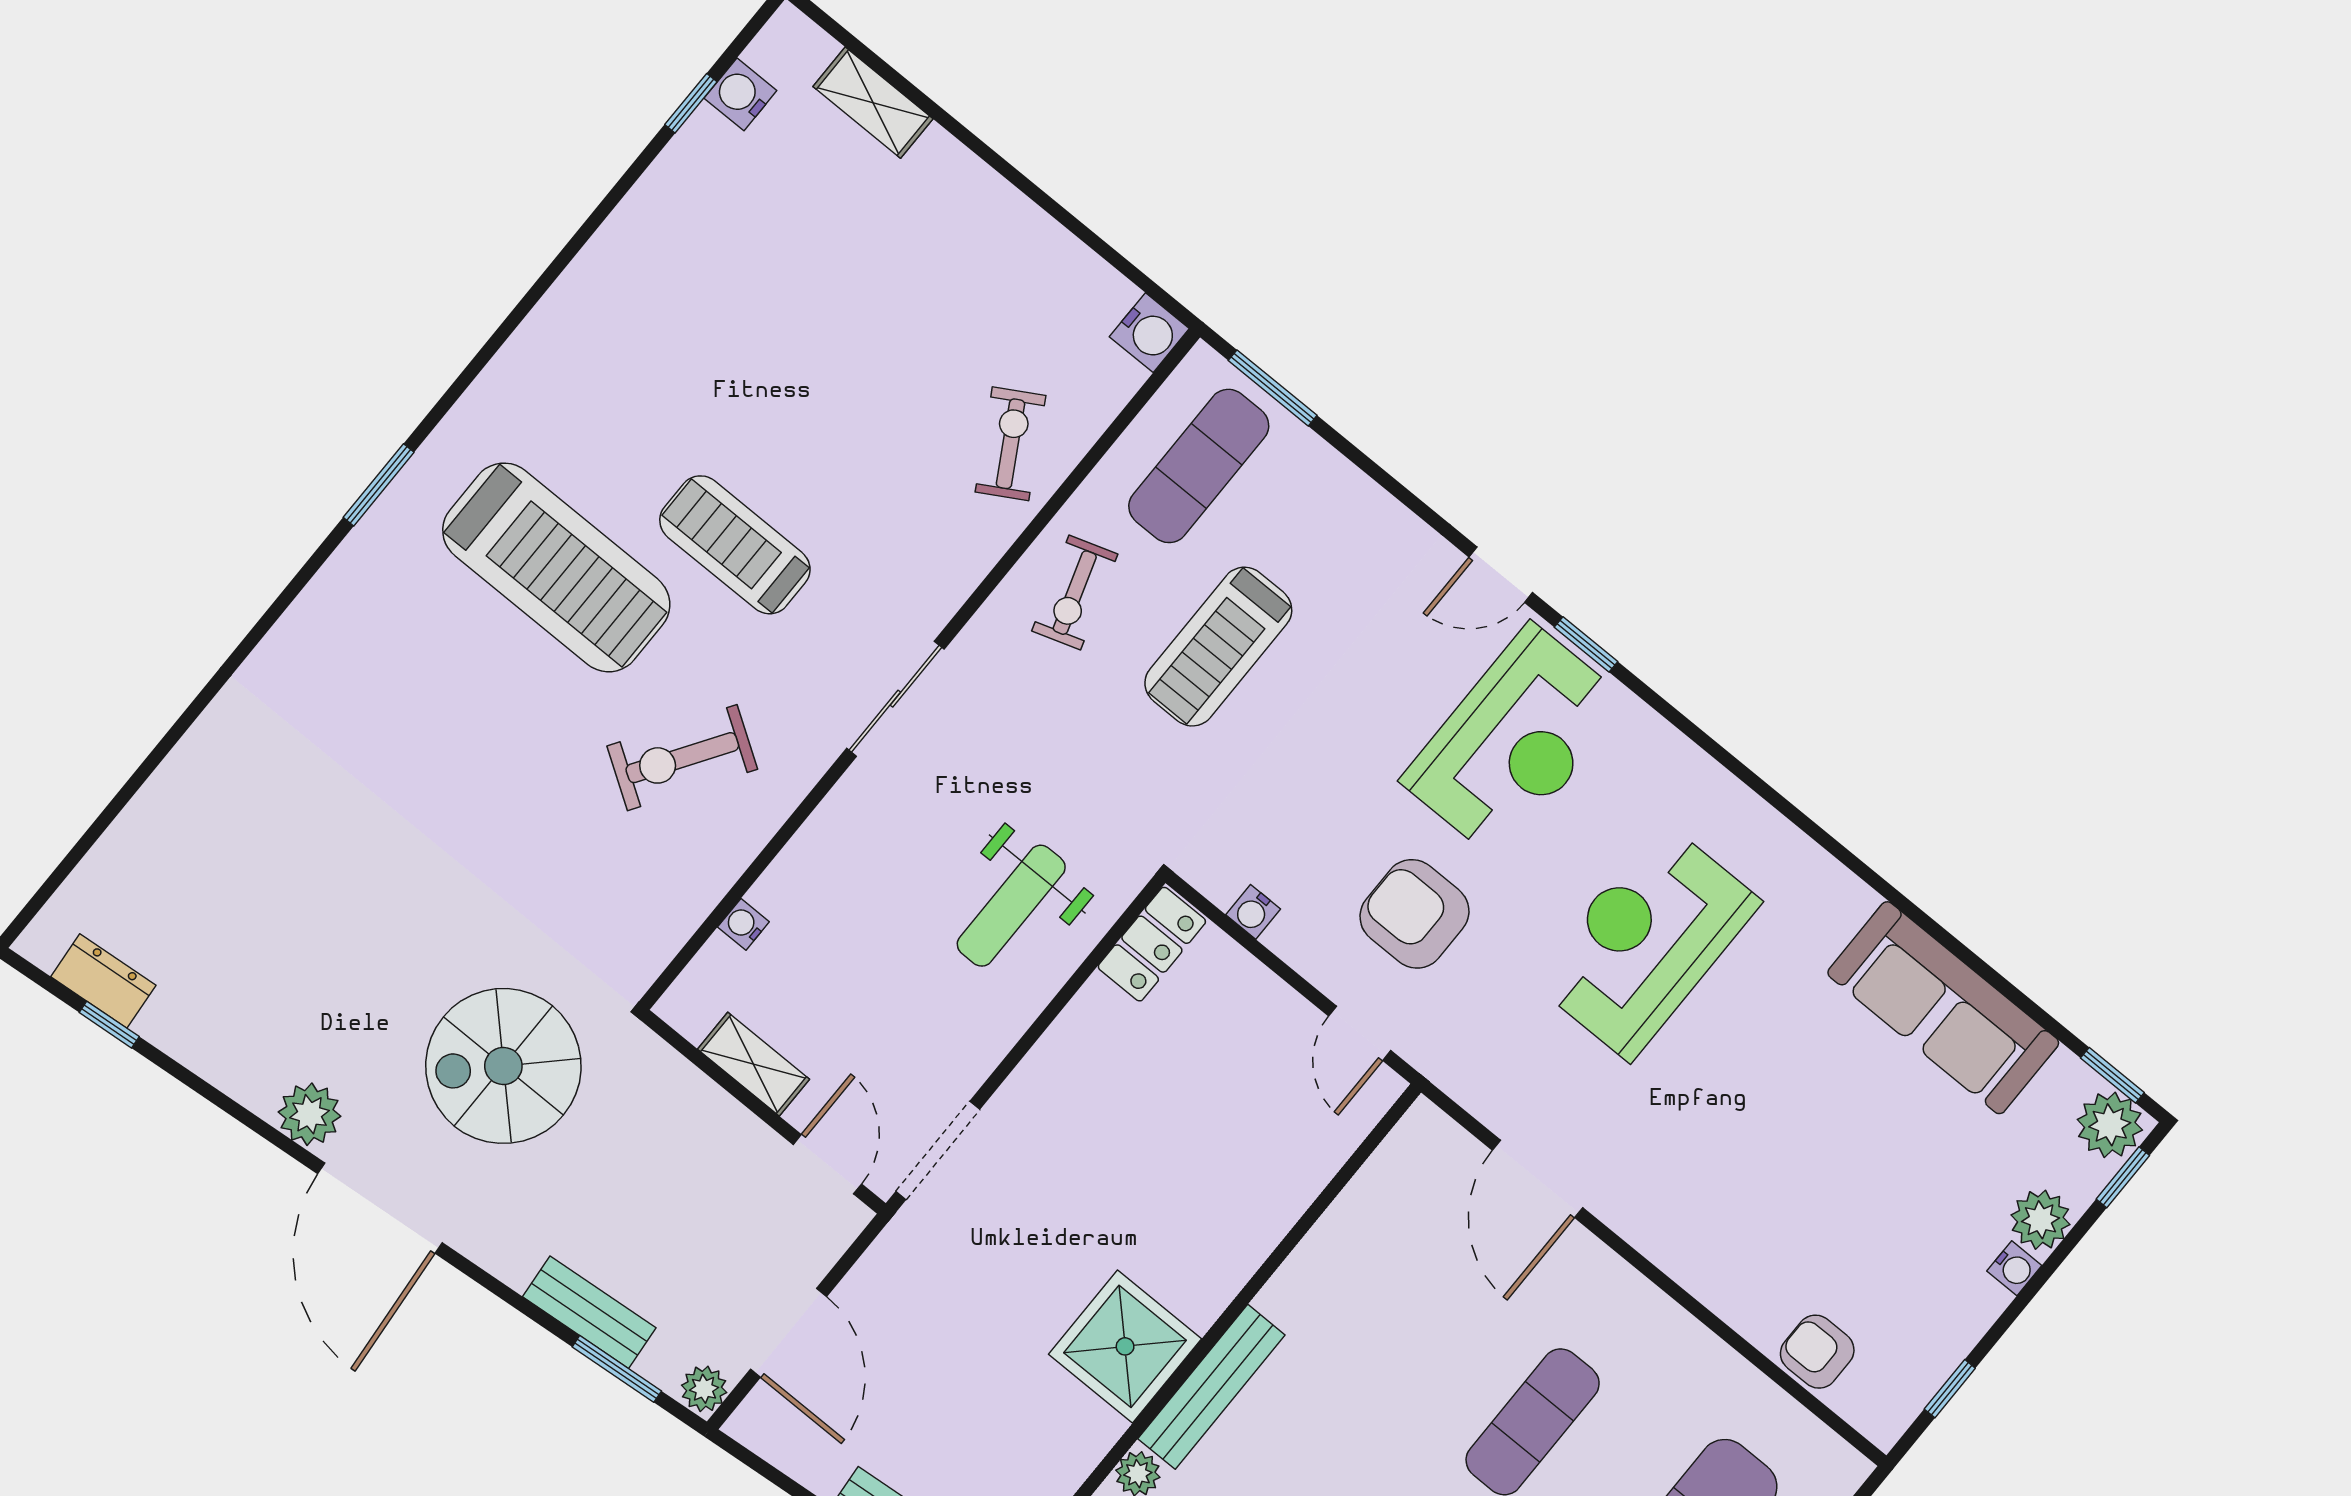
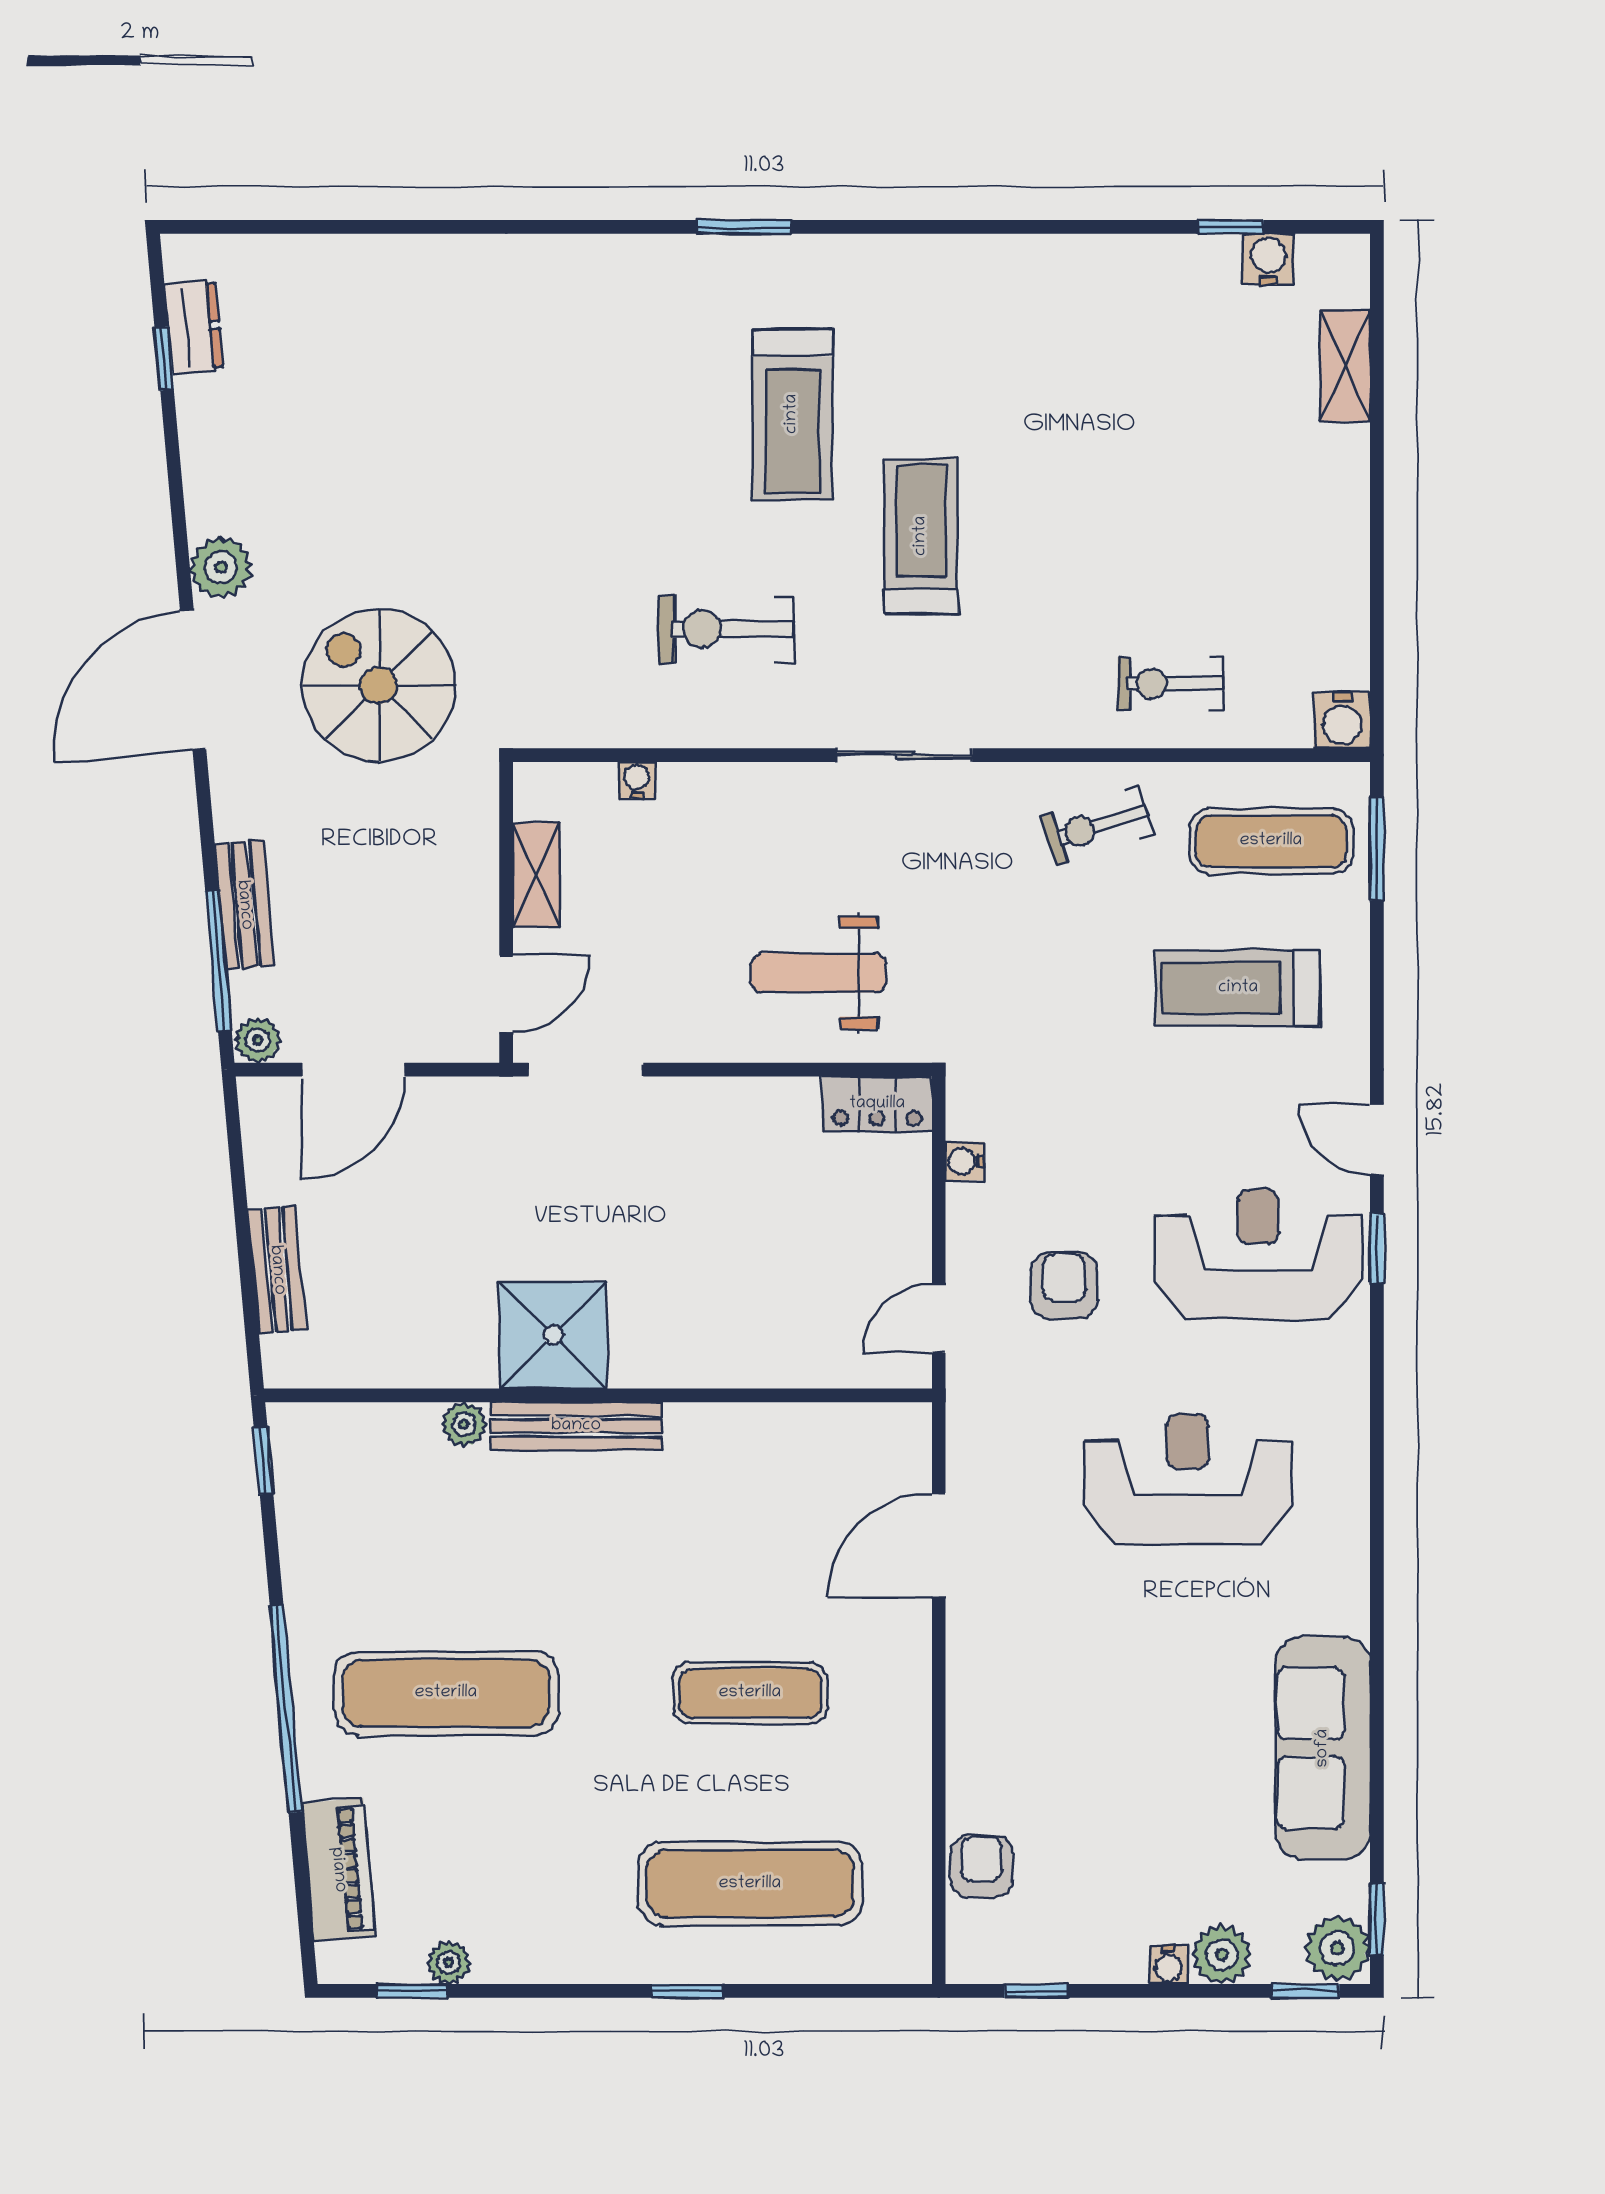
exercise bike: (1011, 444) -> (1171, 684), turned -150
treadmill: (556, 567) -> (792, 414), width x0.73, depth x0.73
treadmill: (1218, 647) -> (1238, 988), moved
reception desk: (1515, 741) -> (1258, 1254), turned 180
exercise bike: (682, 758) -> (726, 629), turned -33
armchair: (1414, 914) -> (1064, 1286), width x0.72, depth x0.72
window: (617, 1369) -> (219, 961), width x1.44

